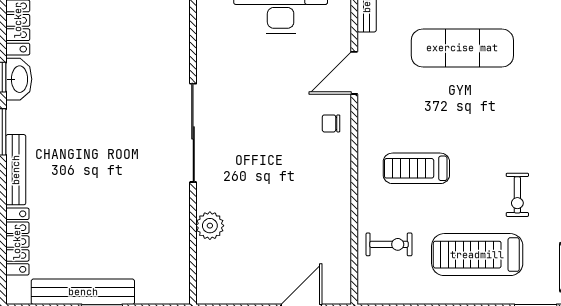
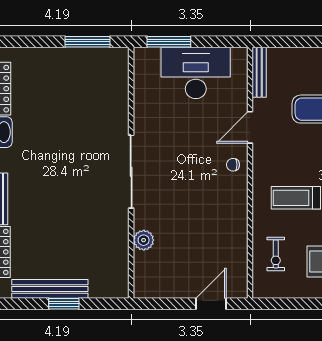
exercise bike: (389, 244) -> (276, 254), turned 90

